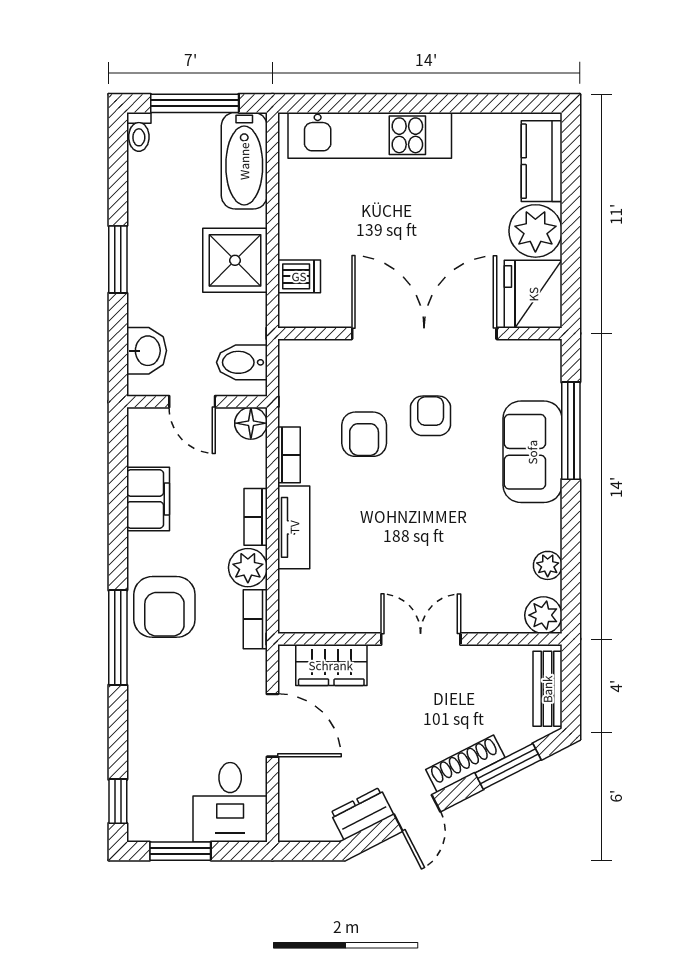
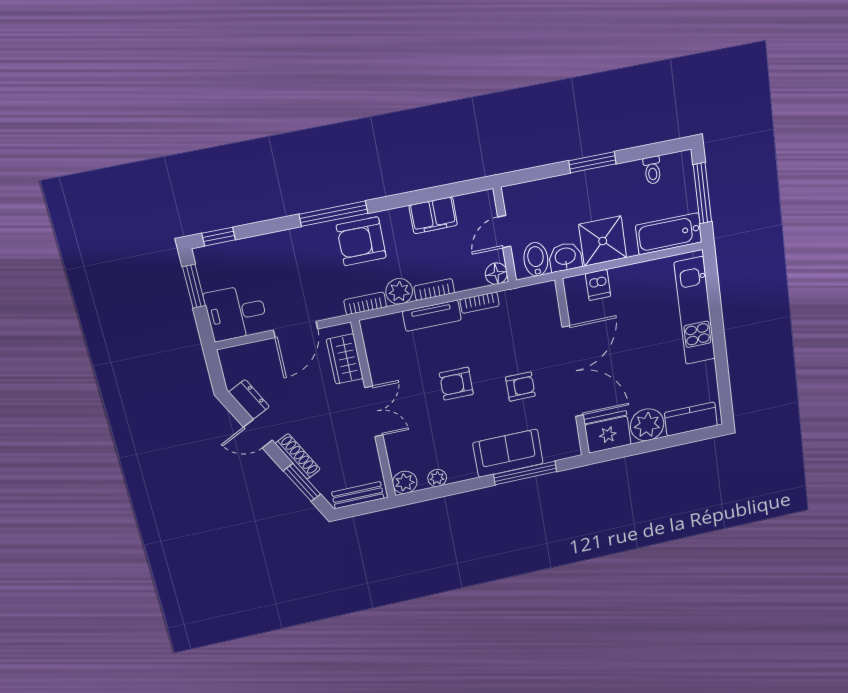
toilet: (139, 132) -> (652, 170), moved, turned -90
washbasin: (147, 351) -> (565, 257), moved, turned 180
armchair: (364, 434) -> (456, 384), moved

